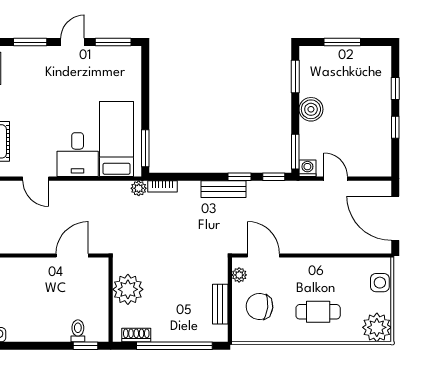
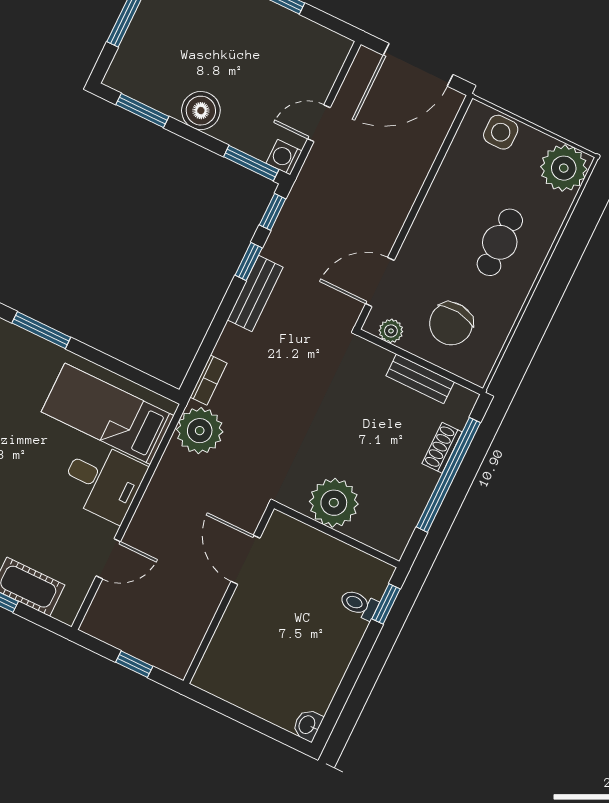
window: (145, 148) -> (41, 330), moved
plant: (139, 188) -> (200, 431), width x1.88, depth x1.88
shoe rack: (136, 335) -> (442, 448), moved

